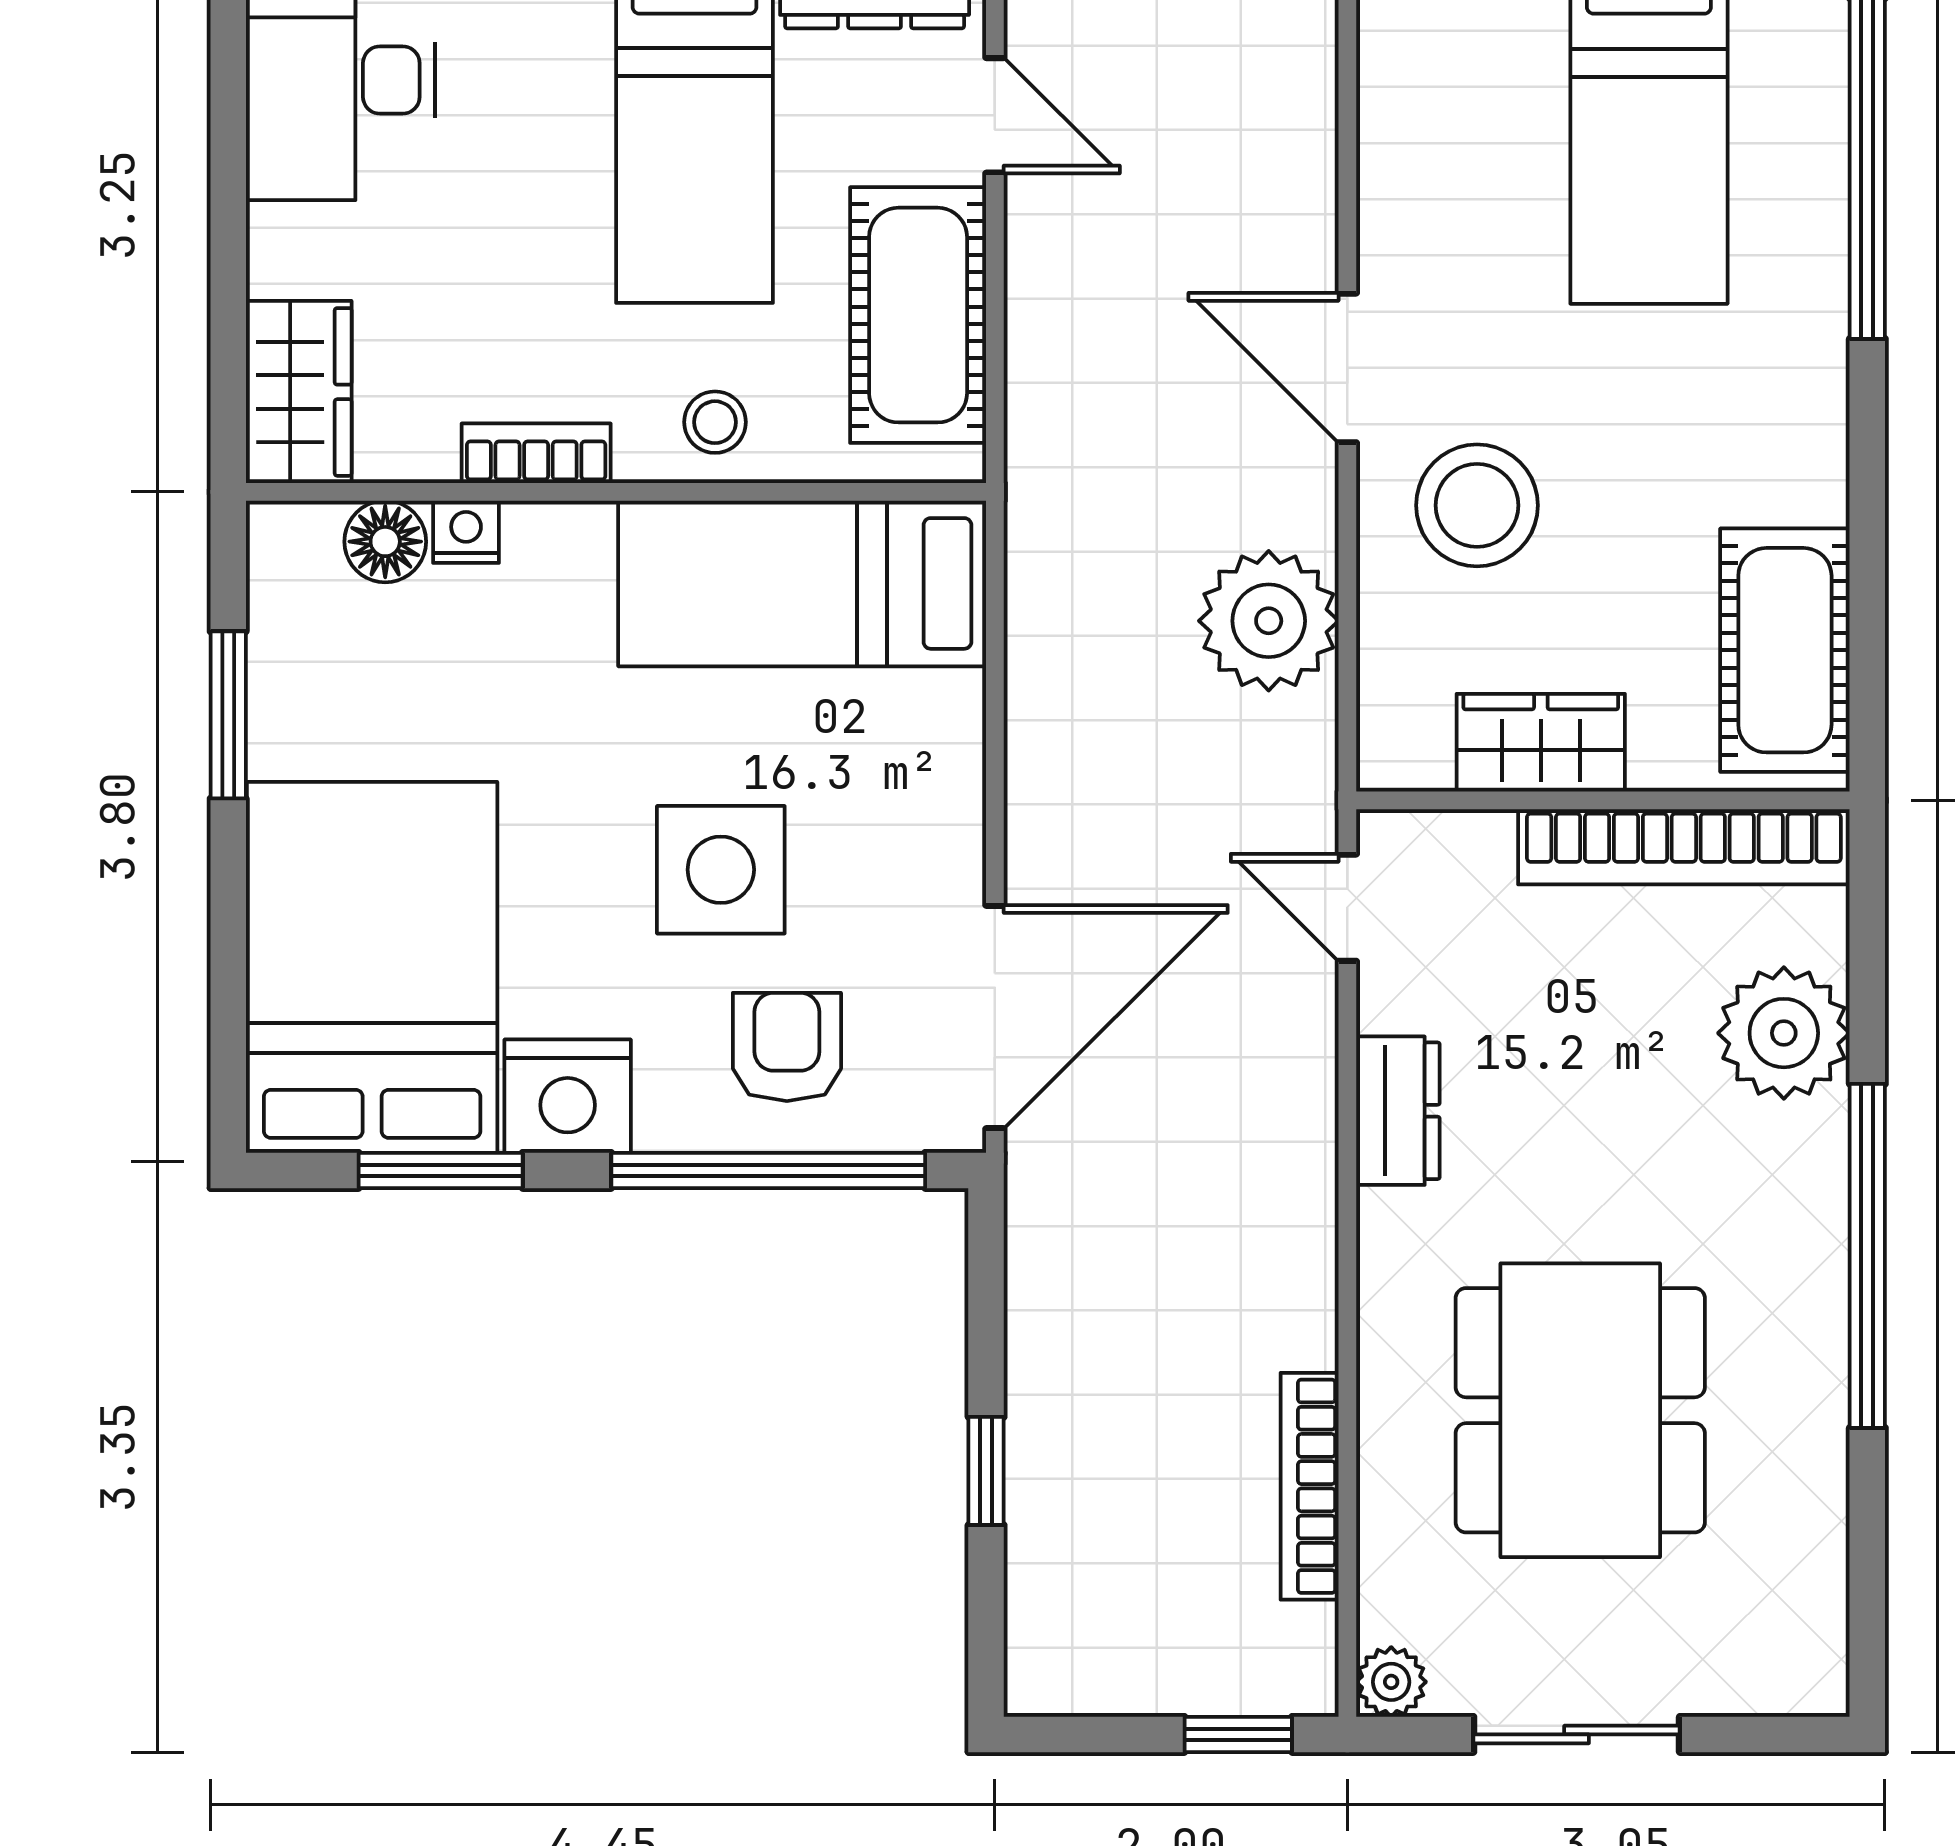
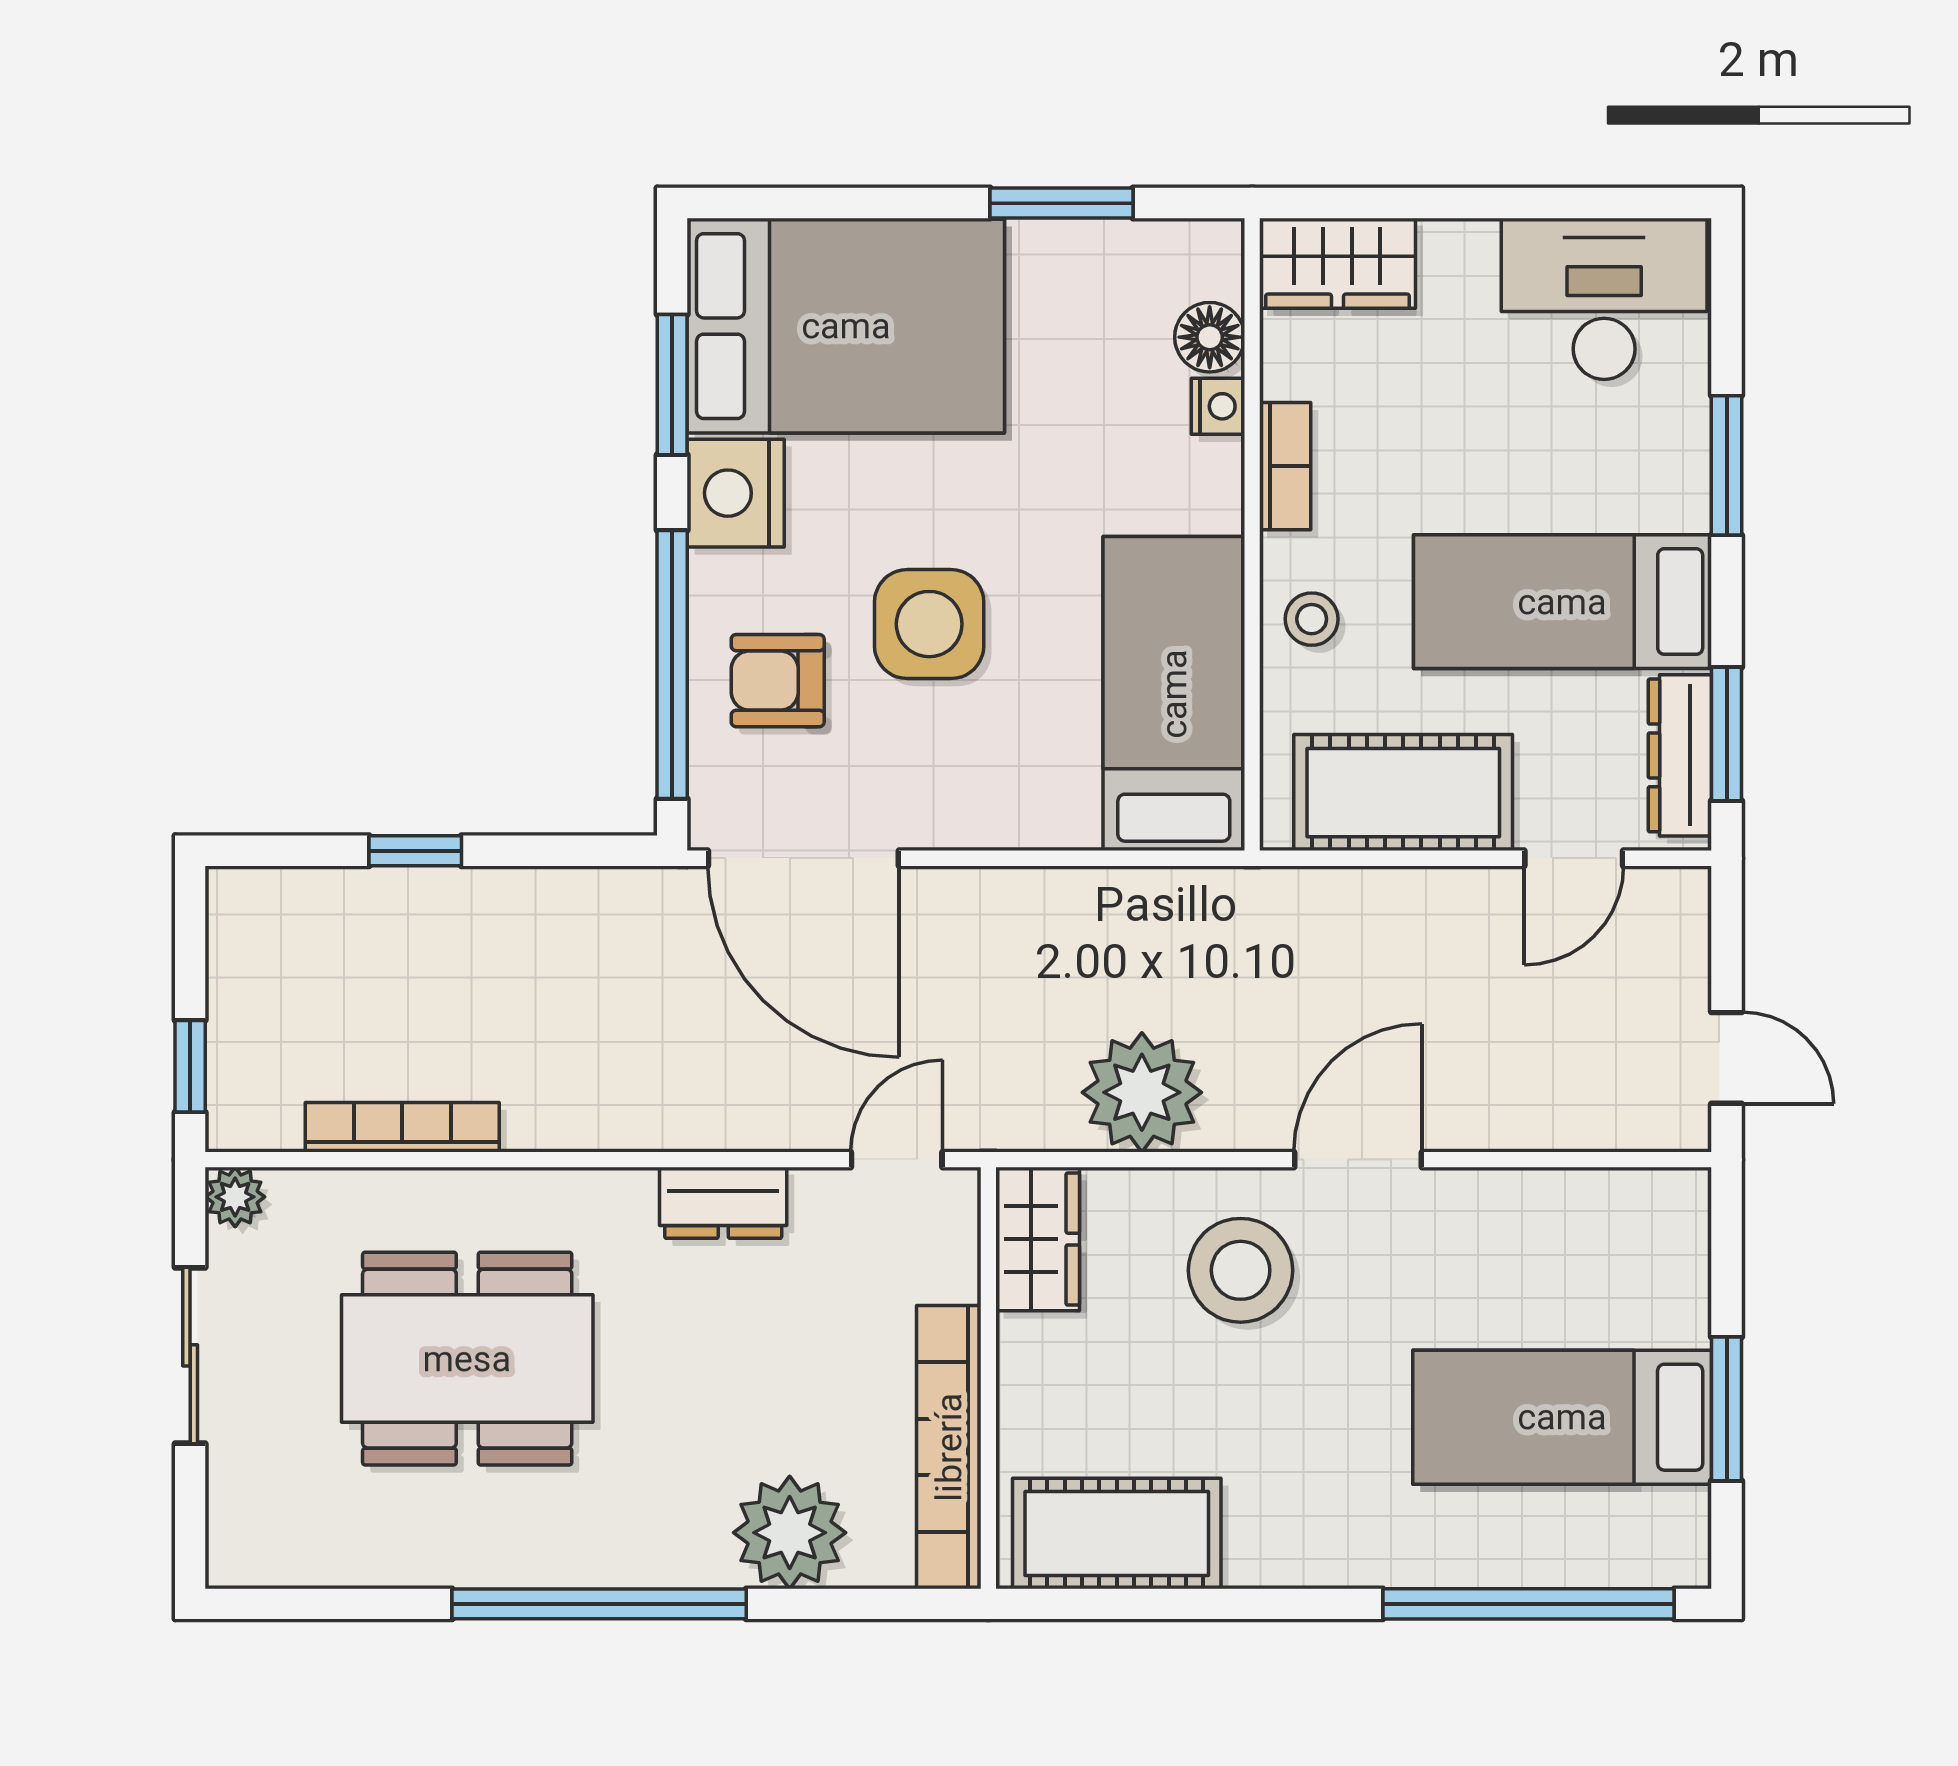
wardrobe: (1541, 743) -> (1038, 1239), moved
armchair: (787, 1047) -> (778, 681), turned 180

